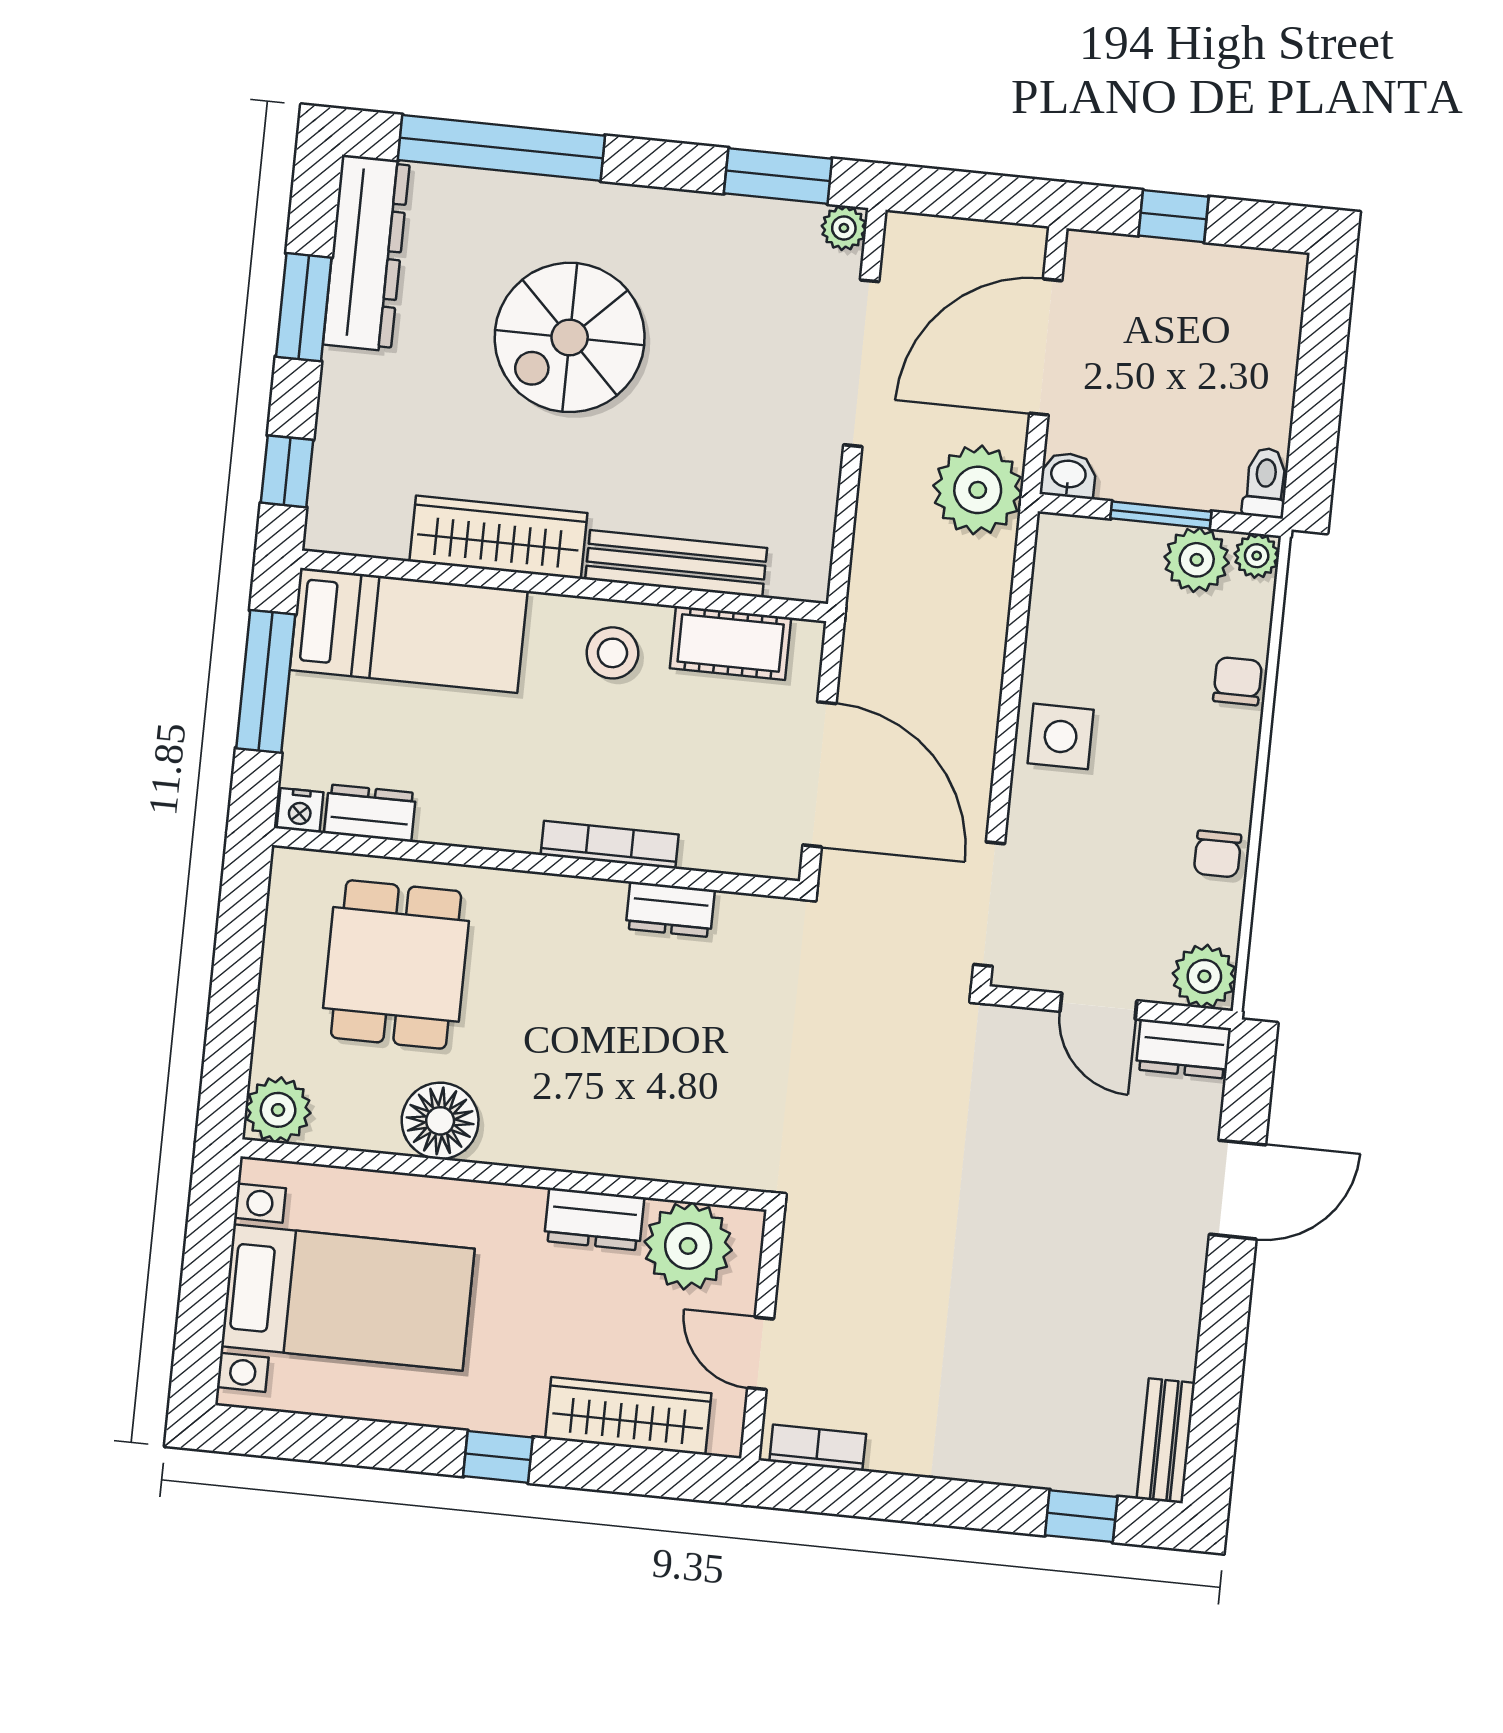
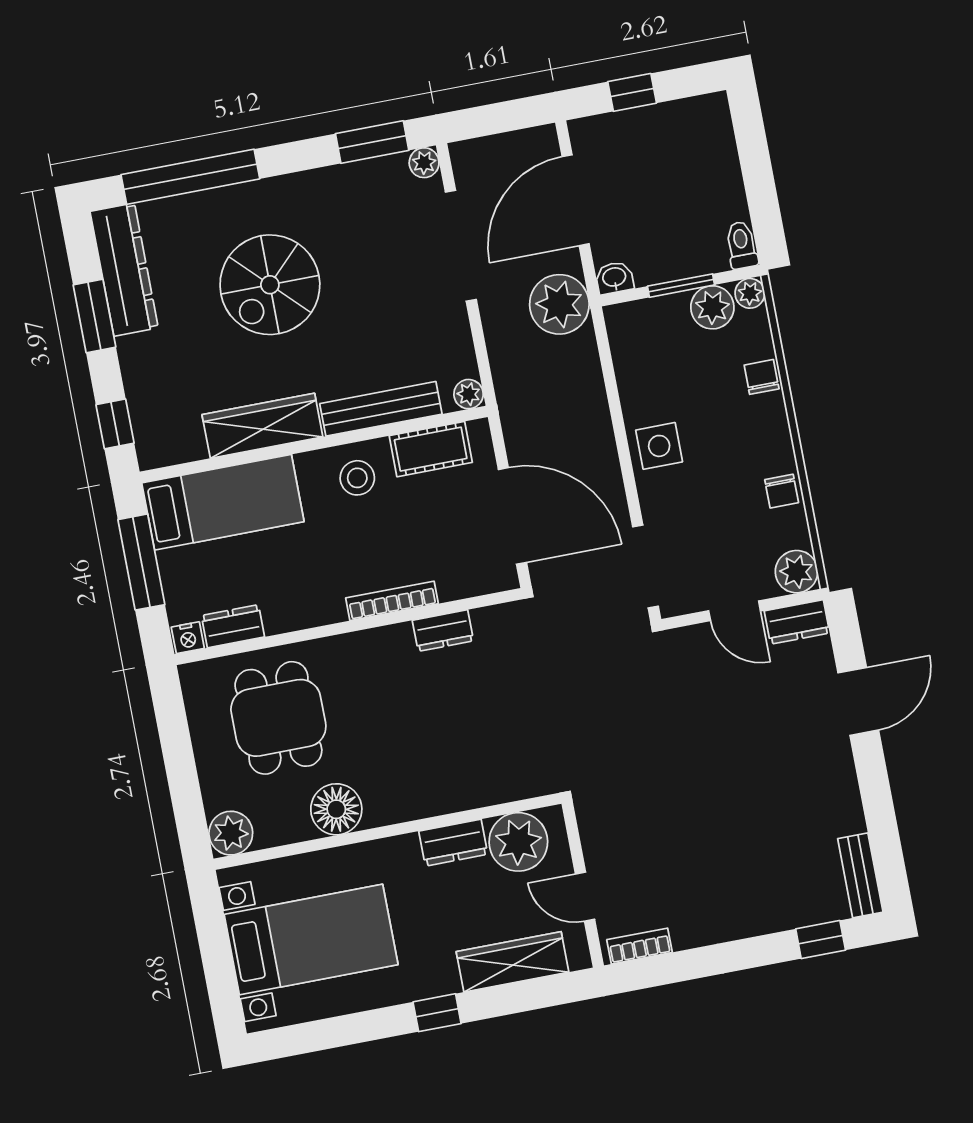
plant: (809, 580) -> (469, 394), added

